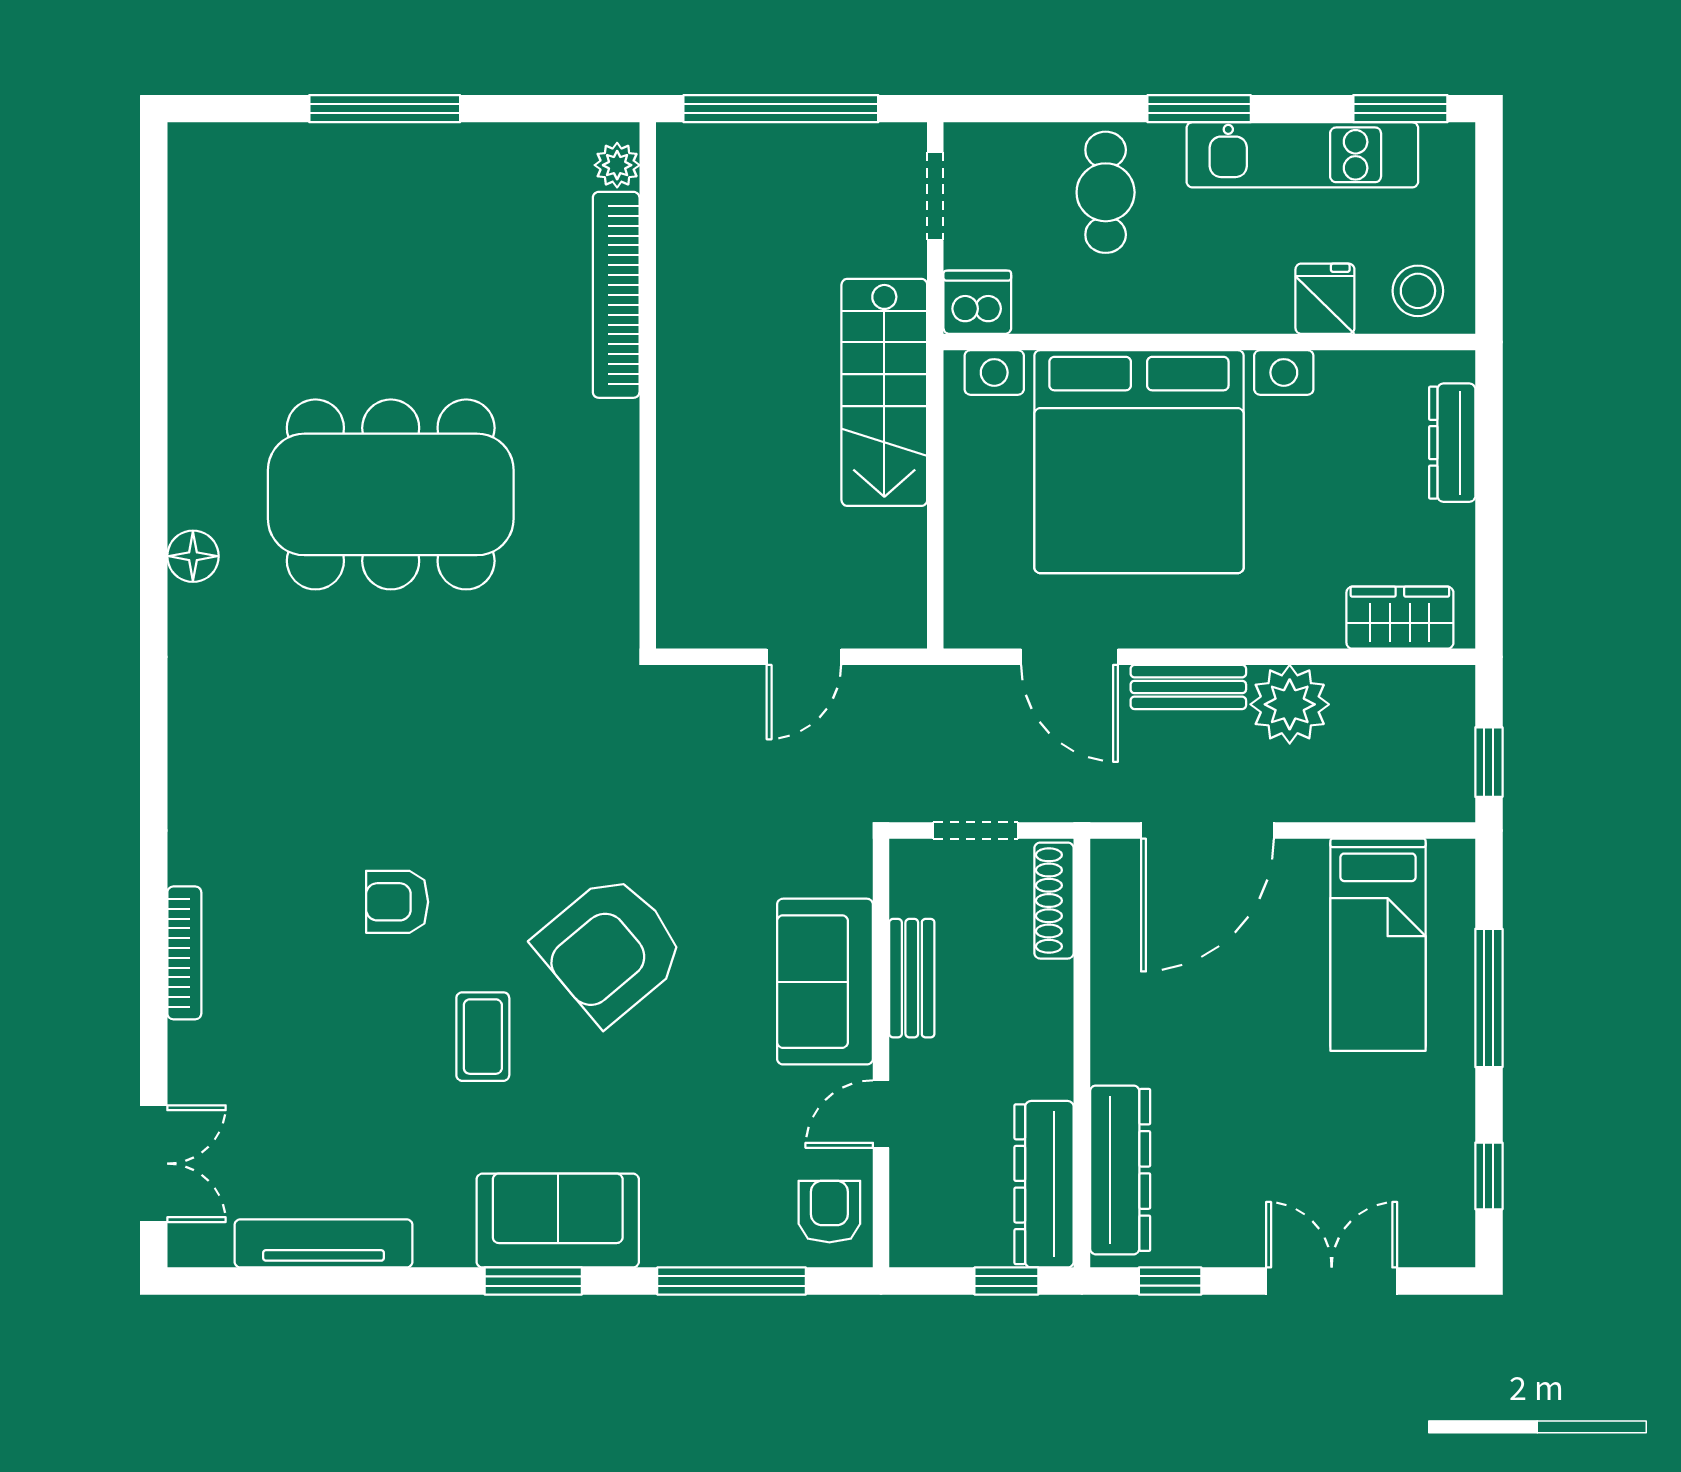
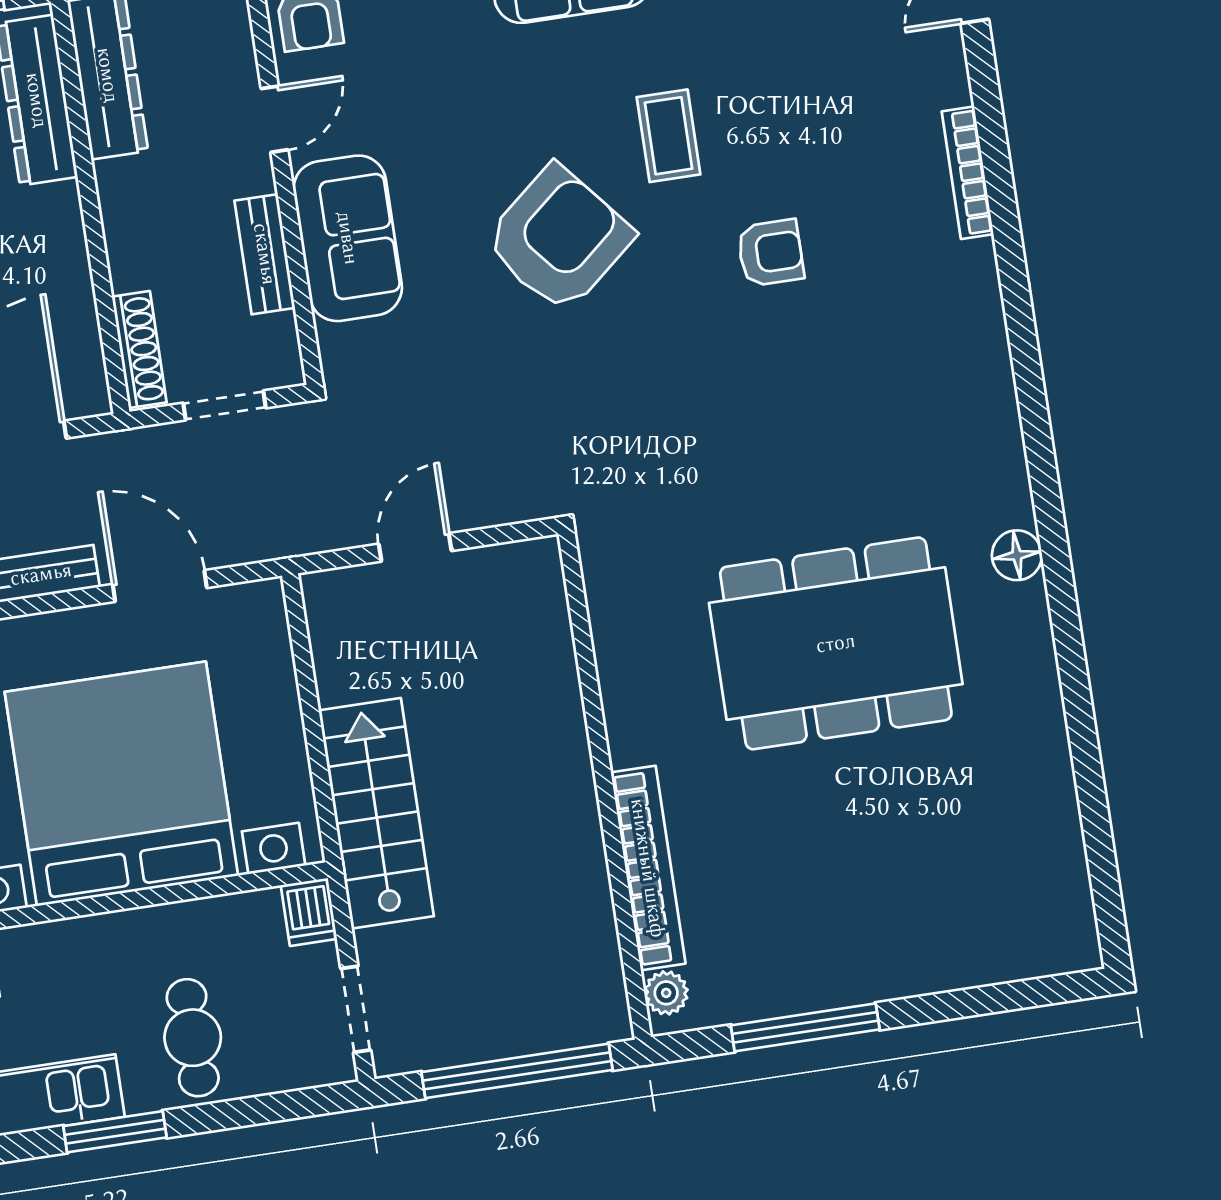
window: (385, 109) -> (805, 1027), moved
dishwasher: (977, 302) -> (309, 912), width x0.73

